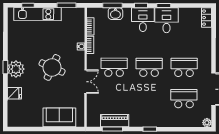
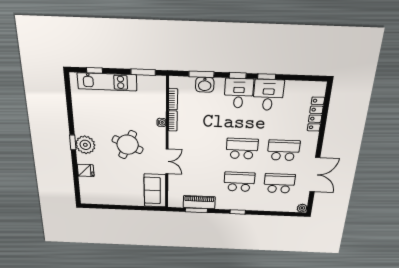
locker: (207, 18) -> (316, 114), moved, width x1.53
school desk: (114, 67) -> (239, 182), moved
sofa: (59, 117) -> (155, 191), moved, turned -90

